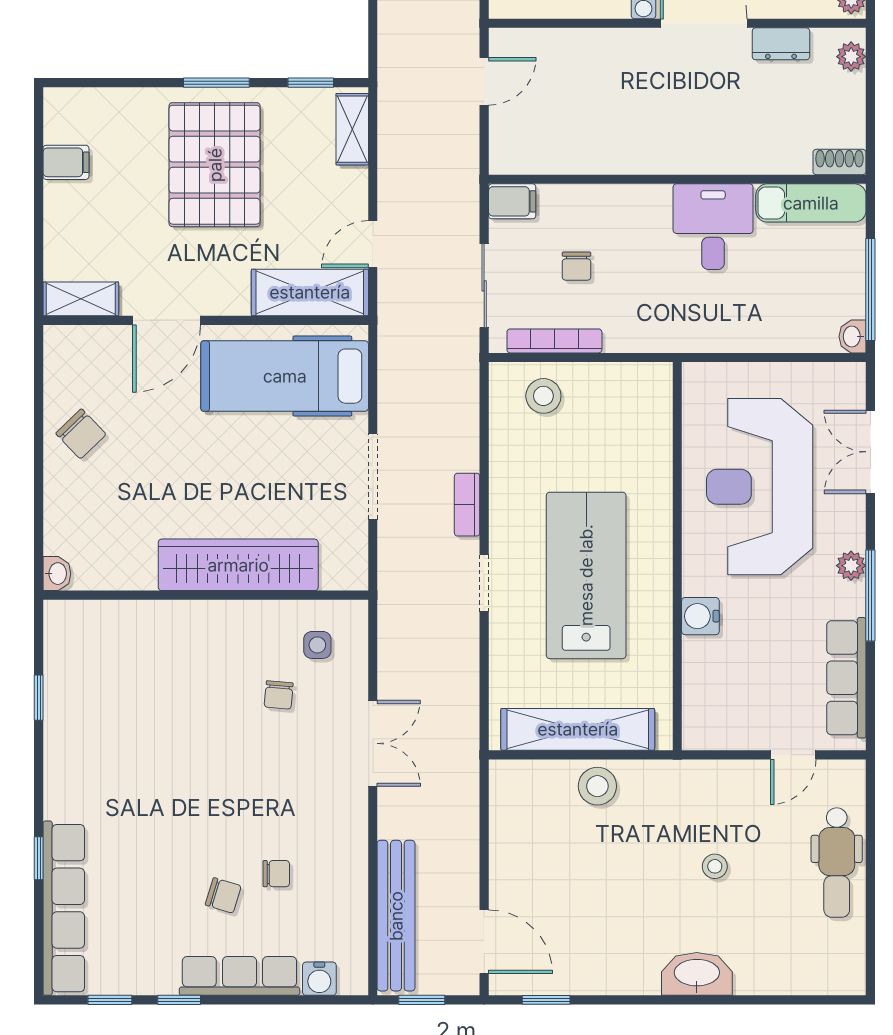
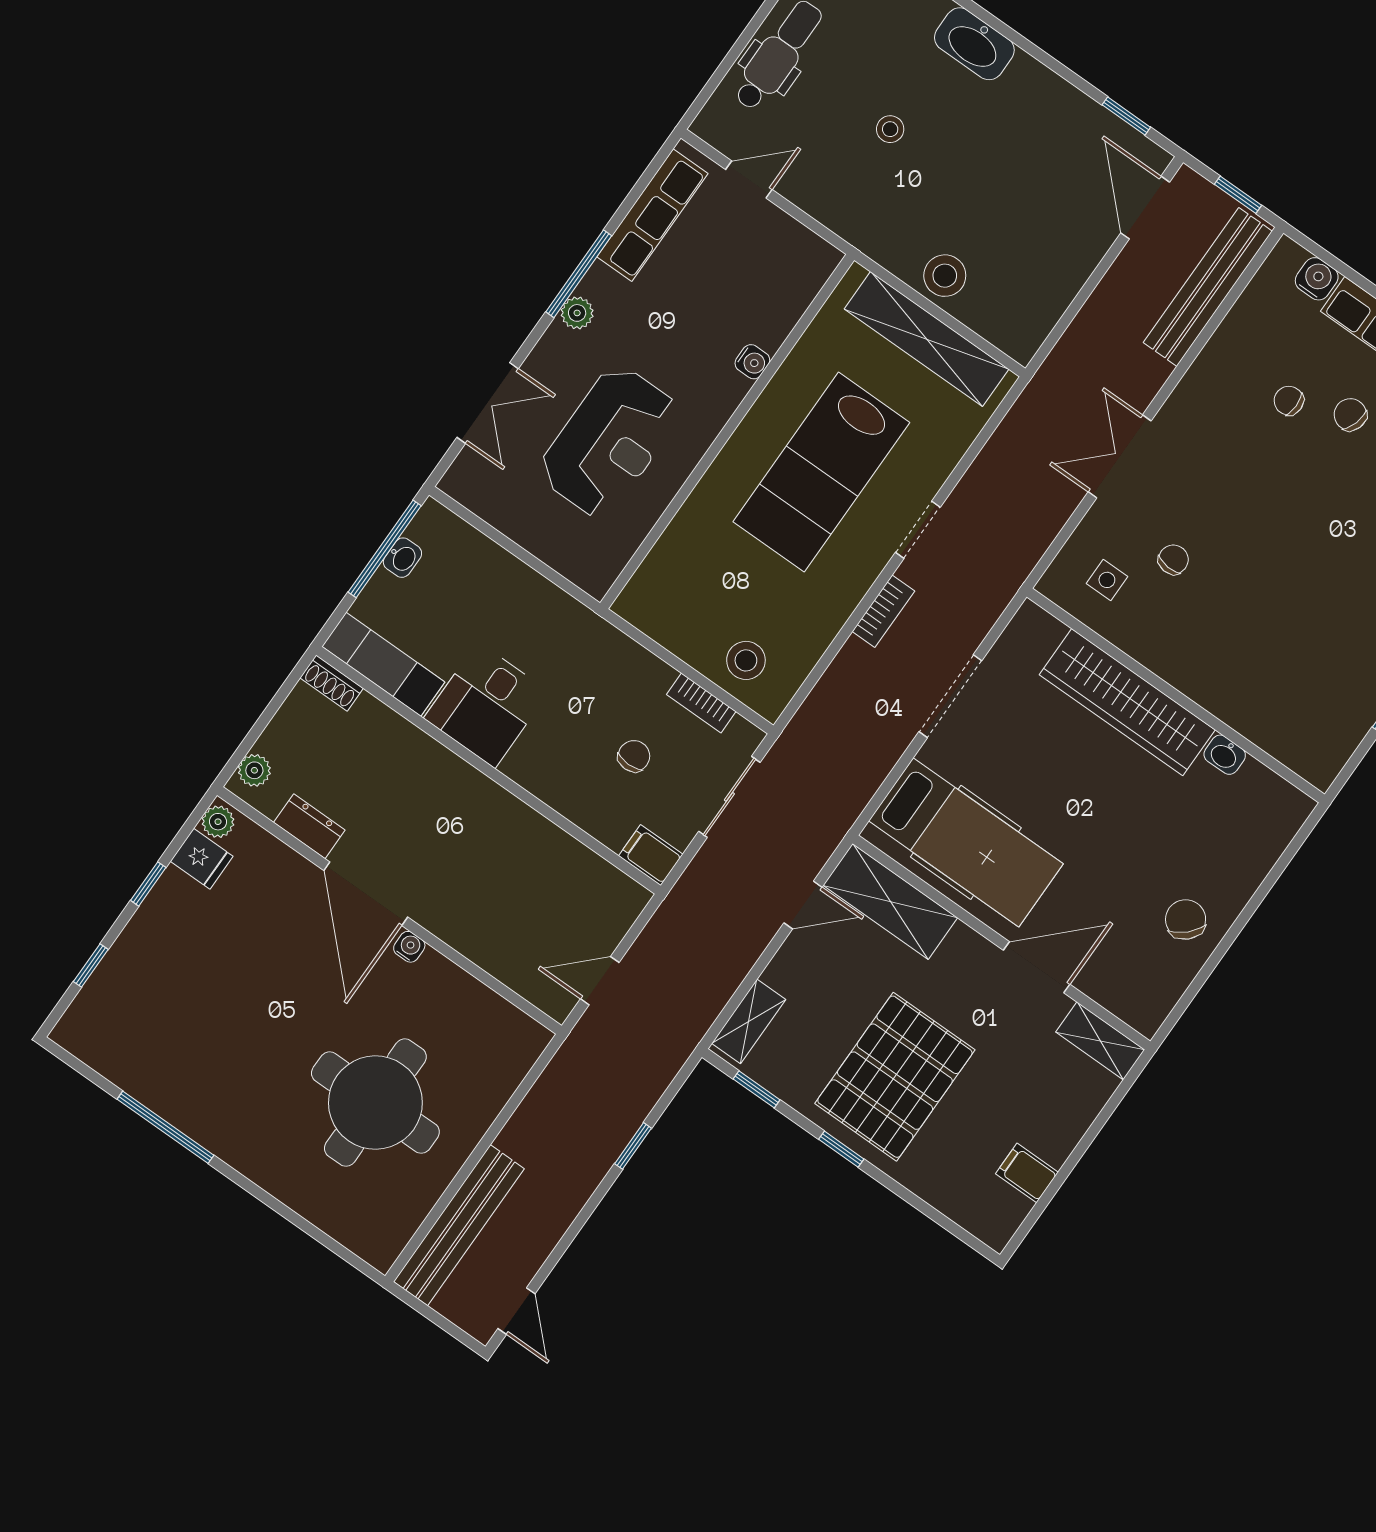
window: (216, 83) -> (841, 1149), width x0.67
washbasin: (853, 336) -> (402, 558), moved
bookcase: (554, 341) -> (701, 703), width x0.64
reception desk: (760, 487) -> (609, 442), width x0.74, depth x0.77
washbasin: (57, 574) -> (1225, 755), moved, turned -90
water cooler: (700, 616) -> (752, 362), width x0.72, depth x0.72

